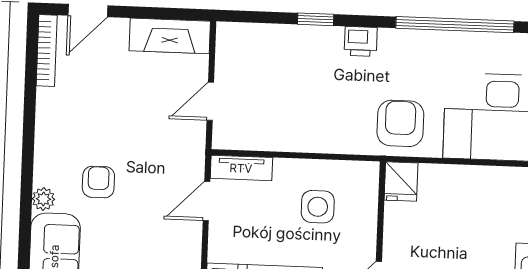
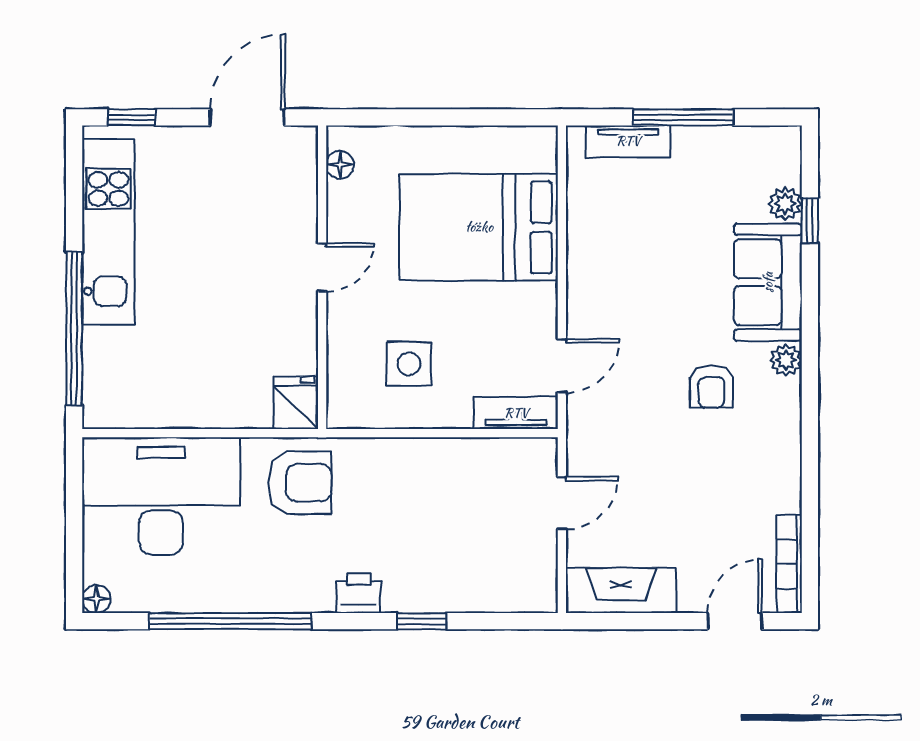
armchair: (400, 123) -> (300, 483), turned -90

